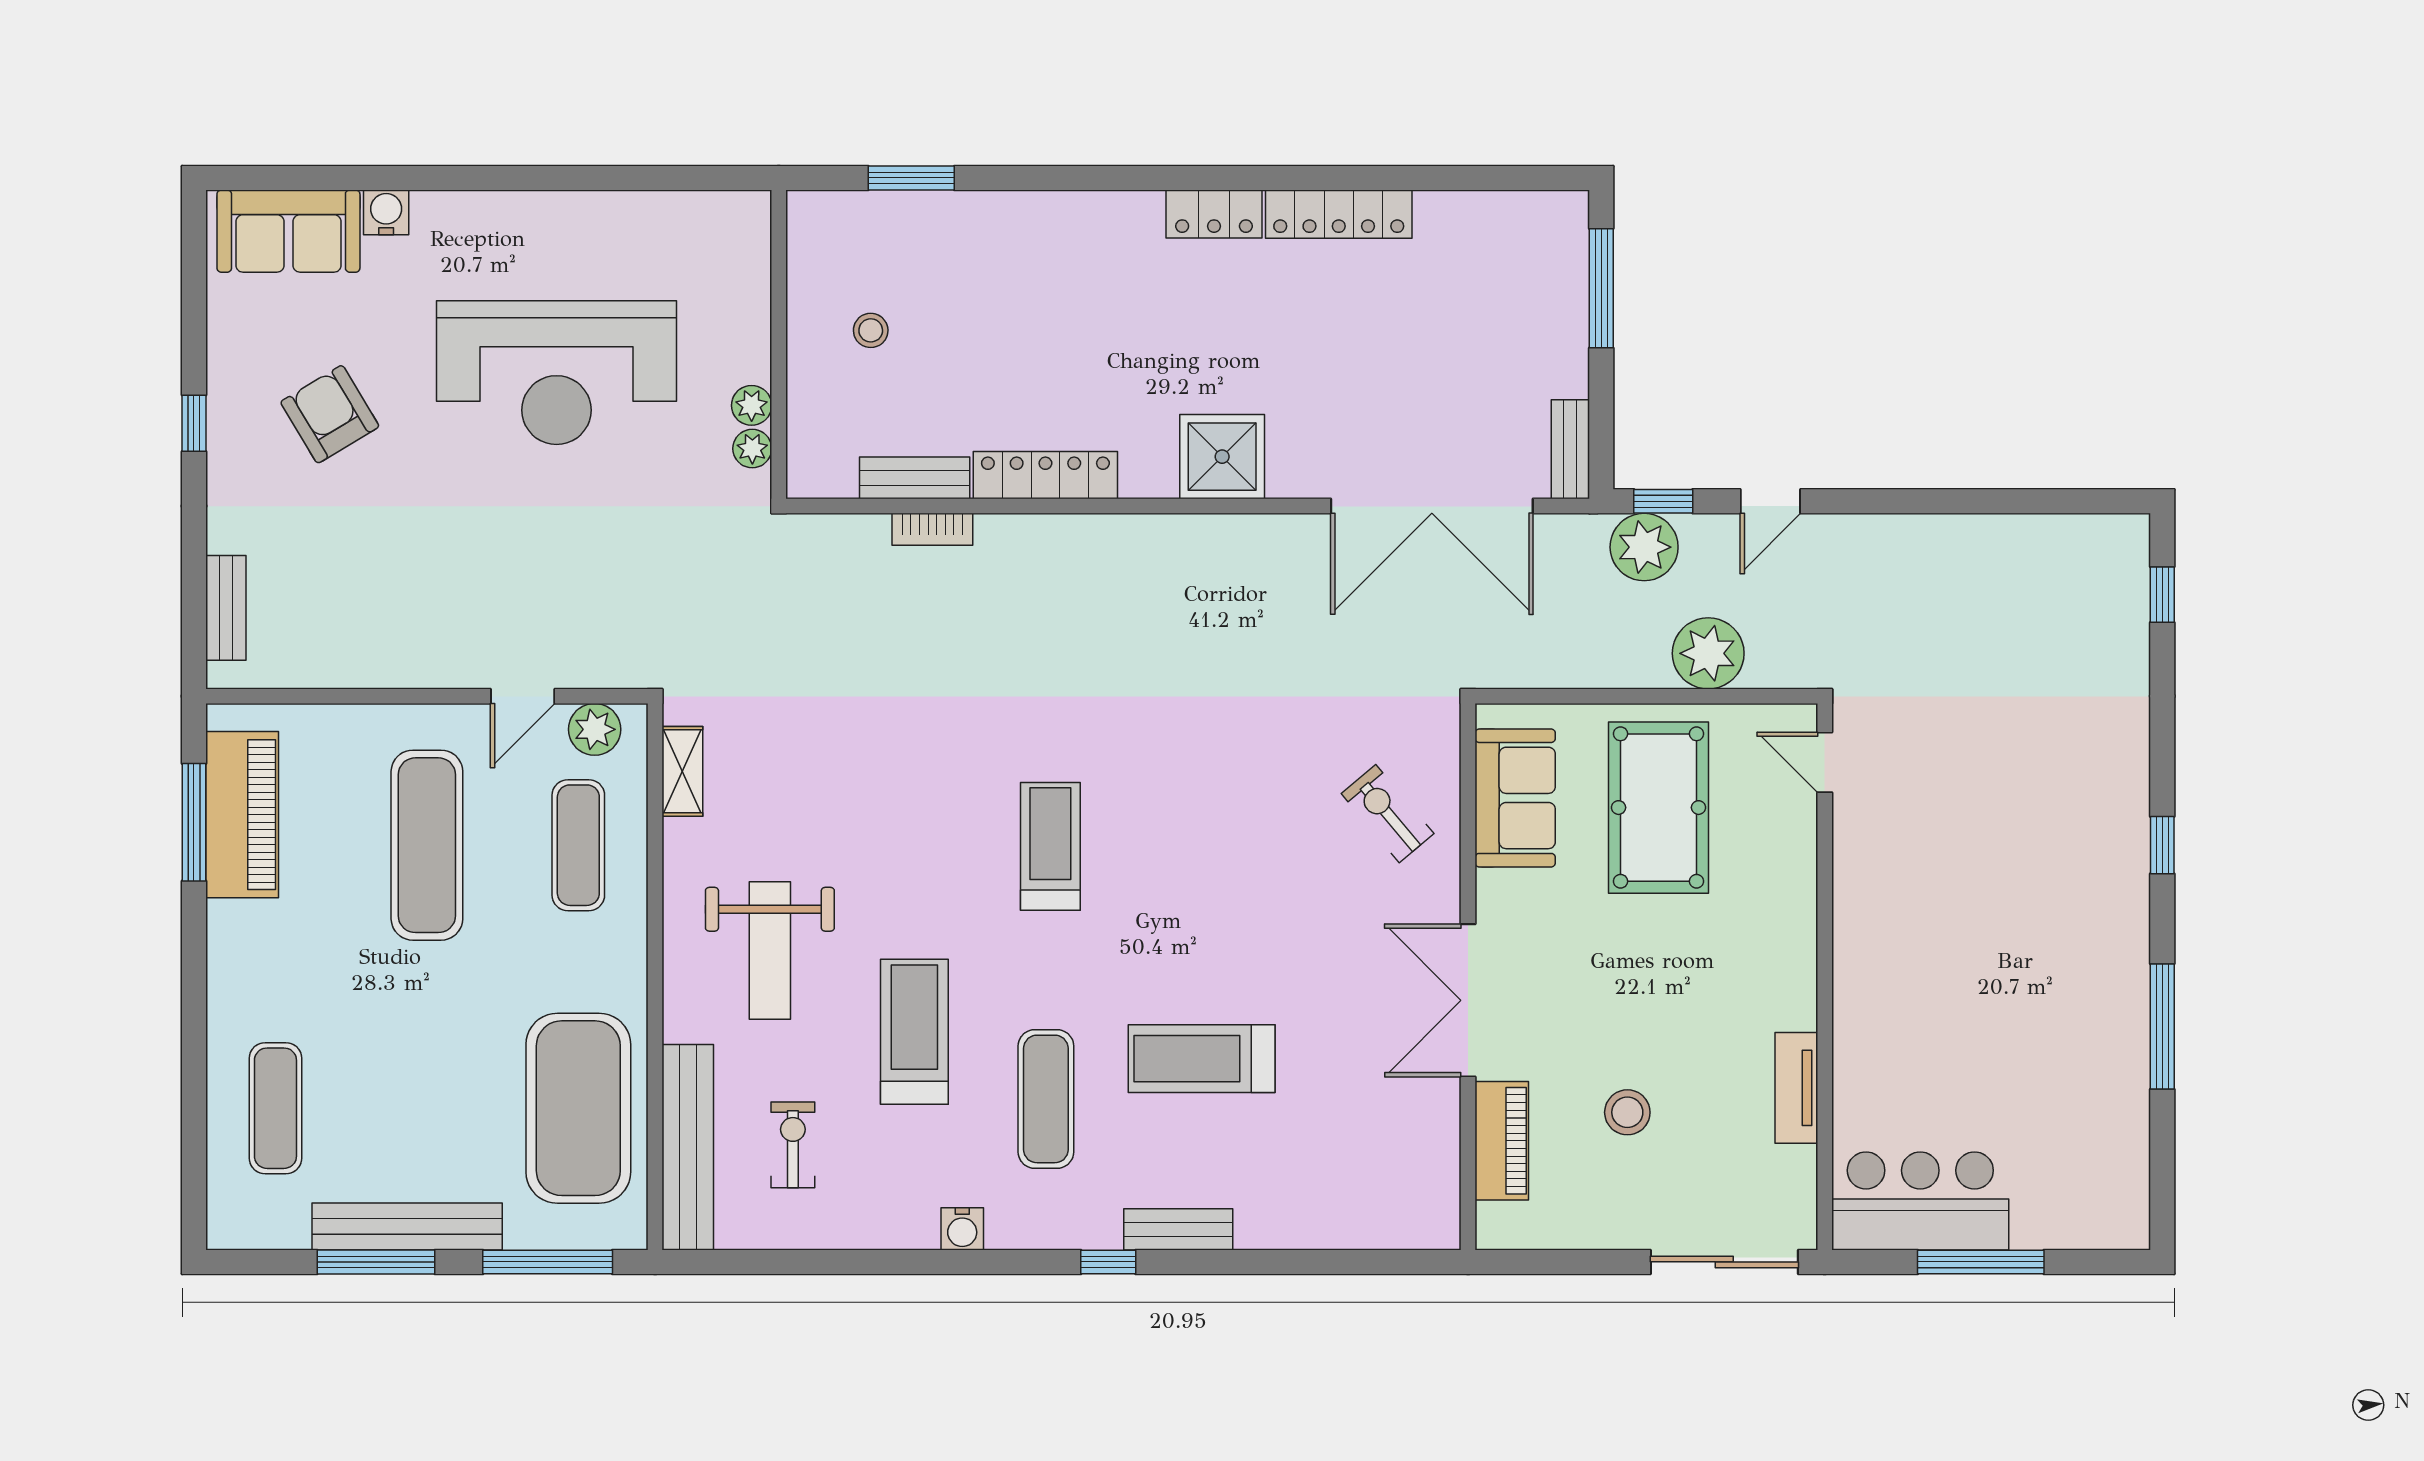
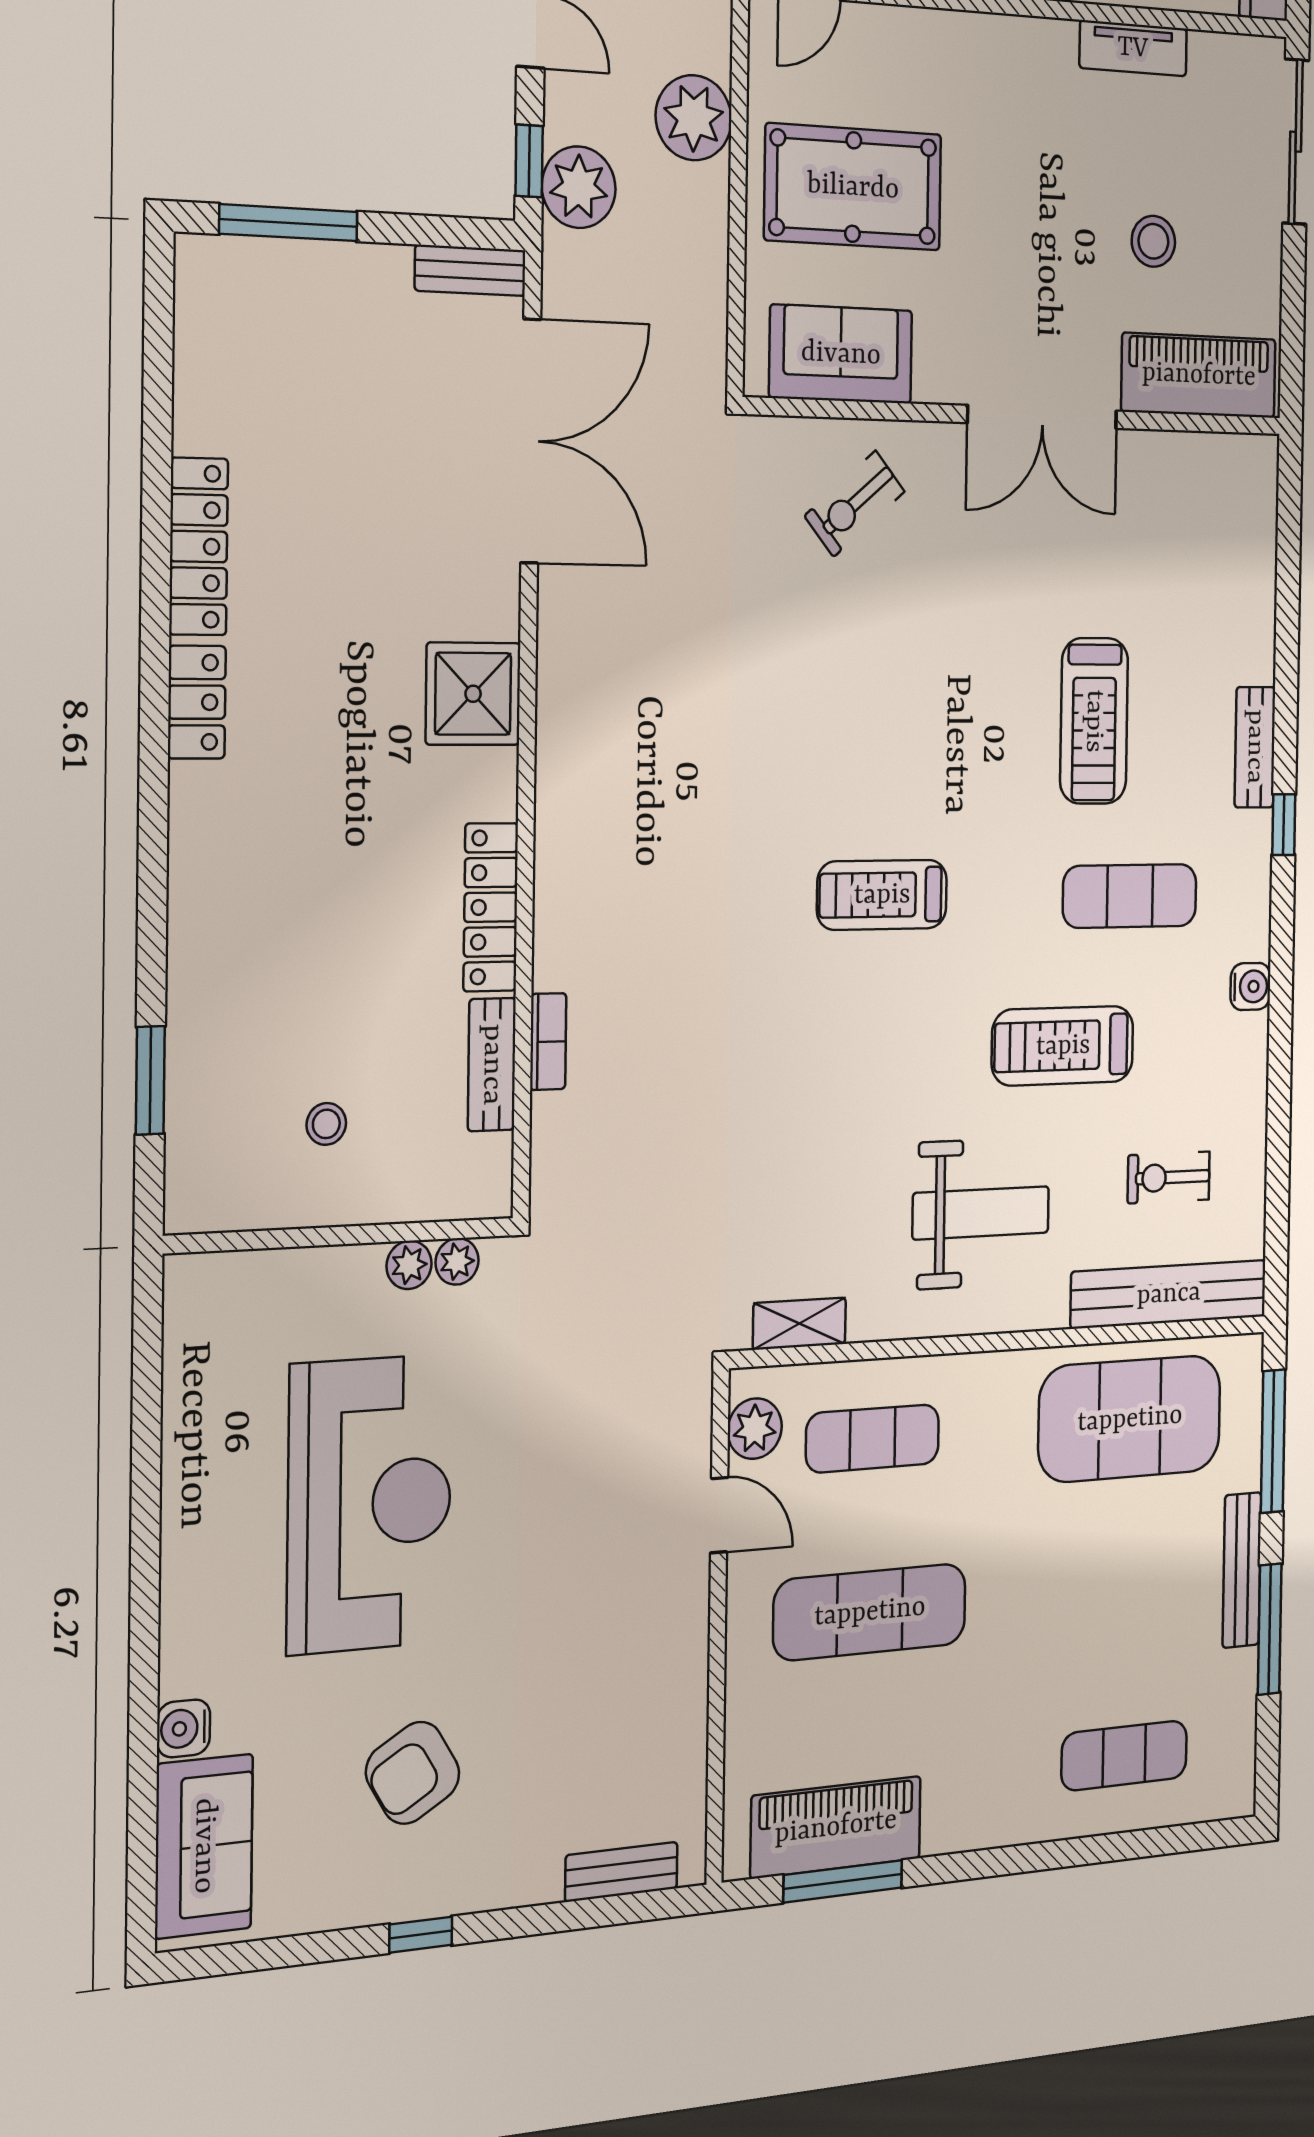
piano: (1502, 1141) -> (1199, 375), width x1.37, depth x1.33
bench: (407, 1226) -> (1242, 1570), width x0.73, depth x0.82

